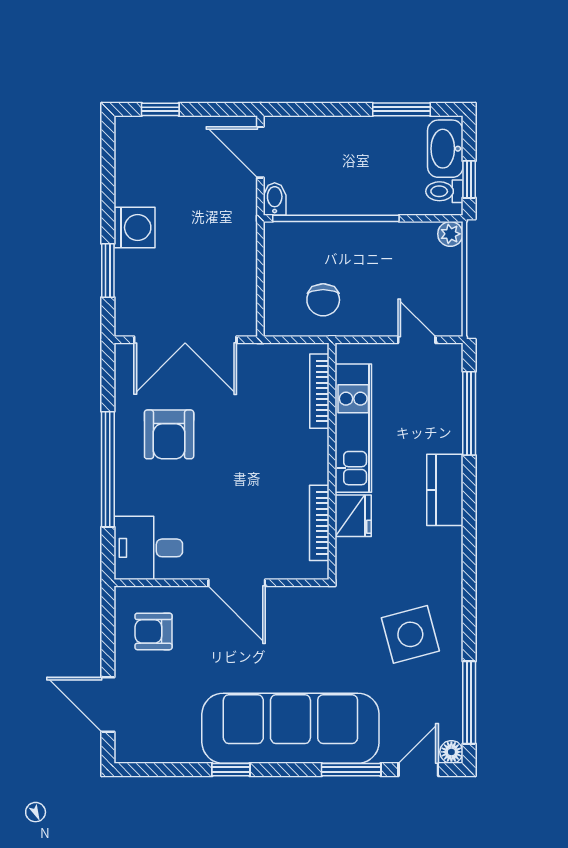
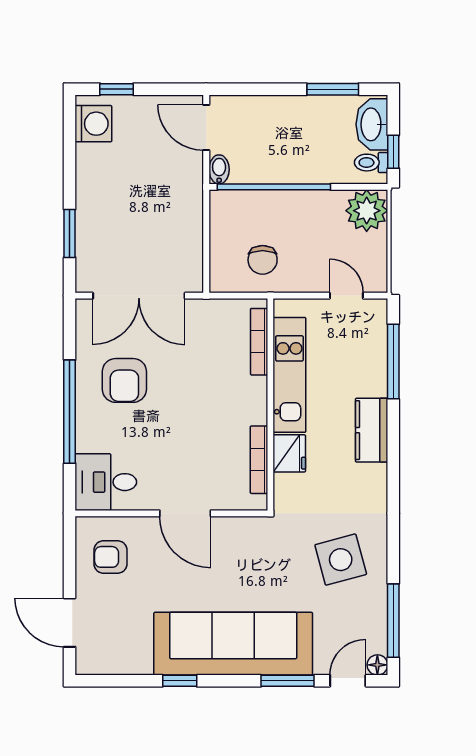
washing machine: (134, 228) -> (93, 124), moved
plant: (450, 234) -> (367, 211), width x1.88, depth x1.88

